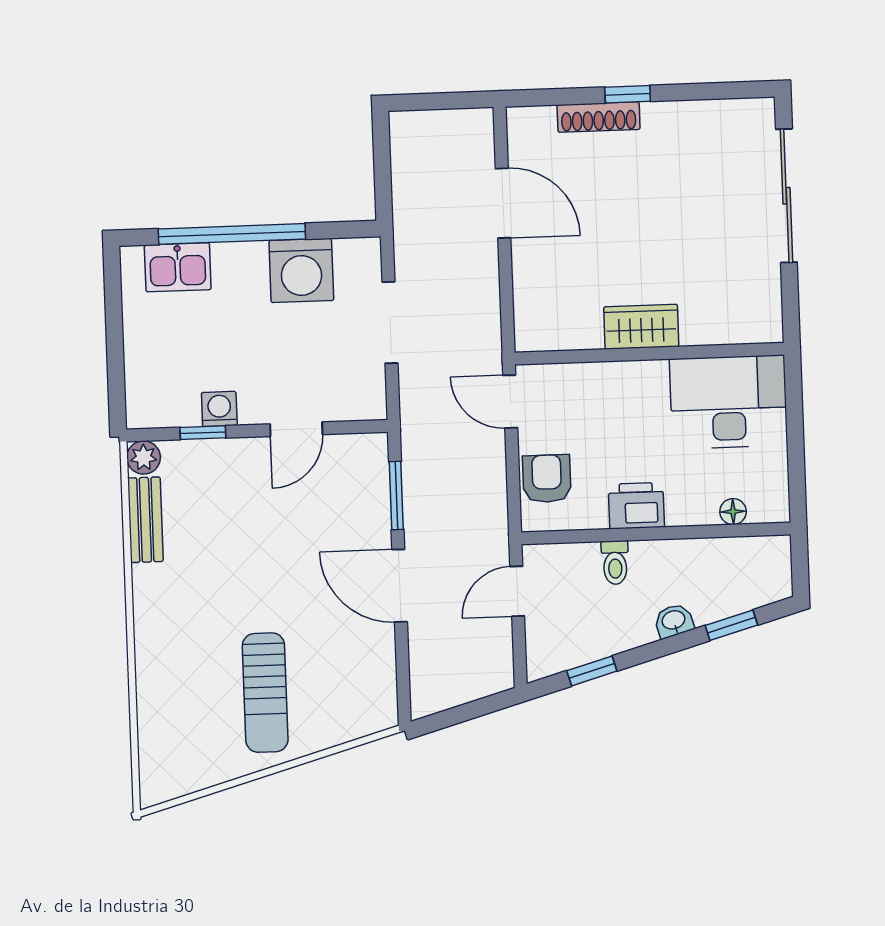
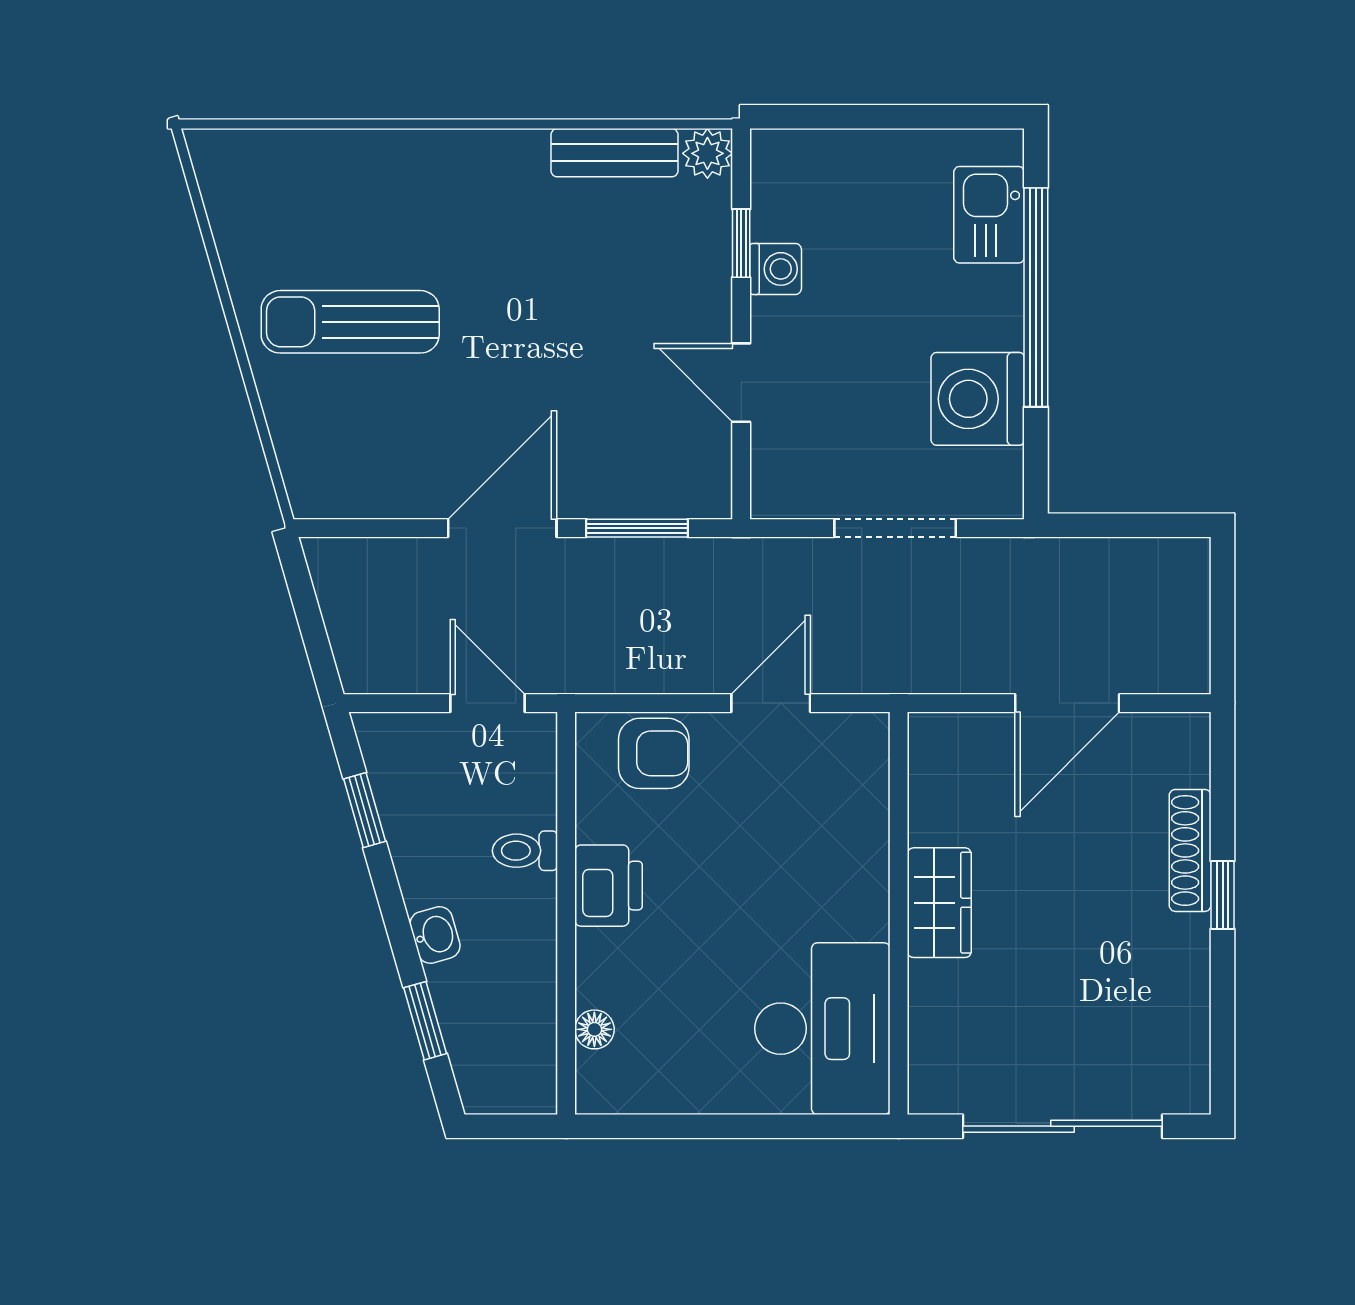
wardrobe: (641, 327) -> (939, 903), moved
wall: (649, 354) -> (899, 913), moved
desk: (729, 402) -> (822, 1029), moved

